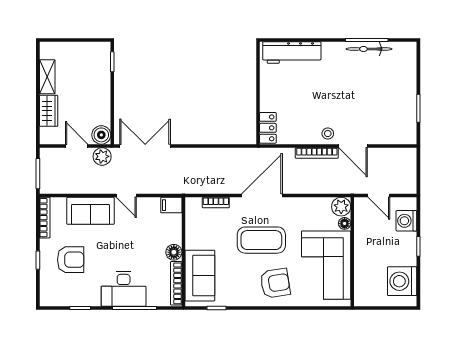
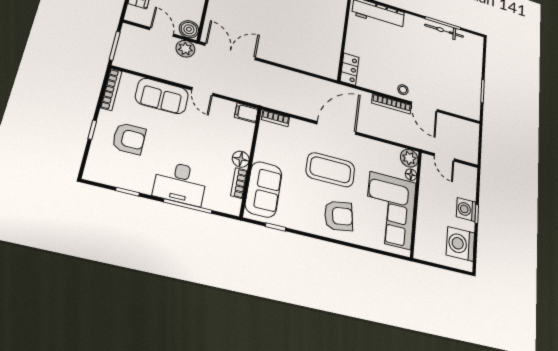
bookcase: (216, 203) -> (275, 118), moved
washing machine: (406, 221) -> (466, 209), moved
bookcase: (176, 283) -> (239, 183), width x0.64

